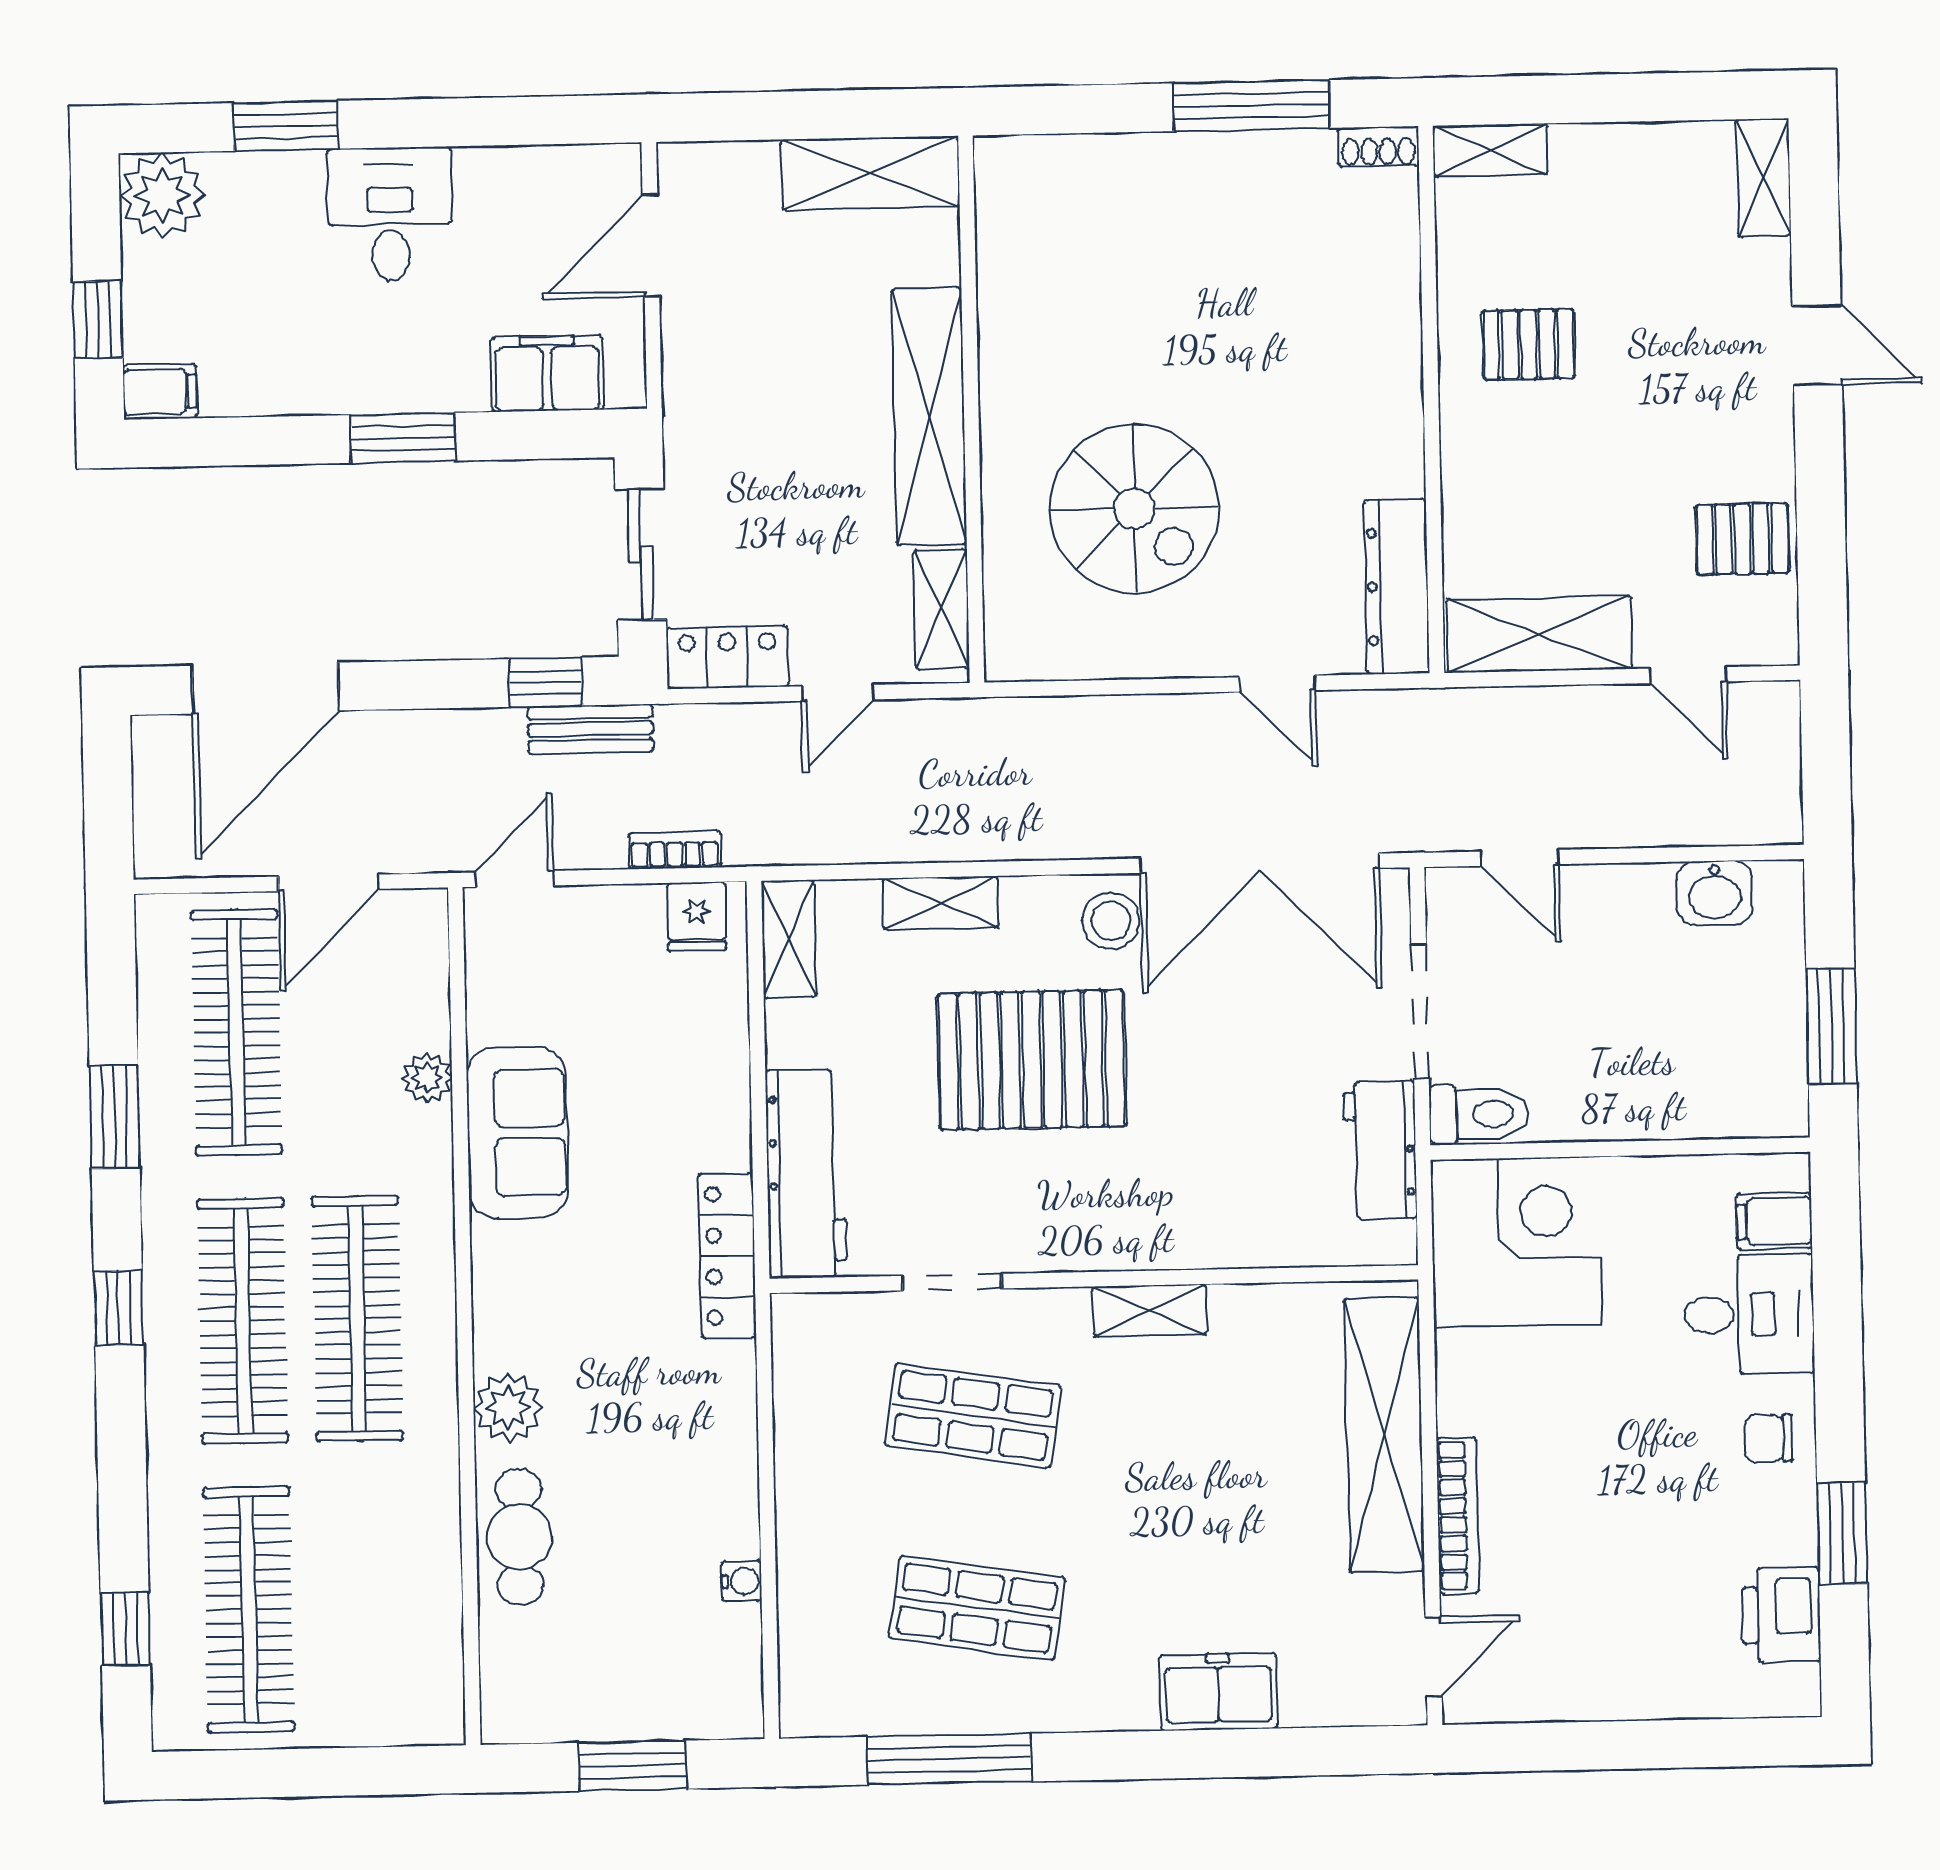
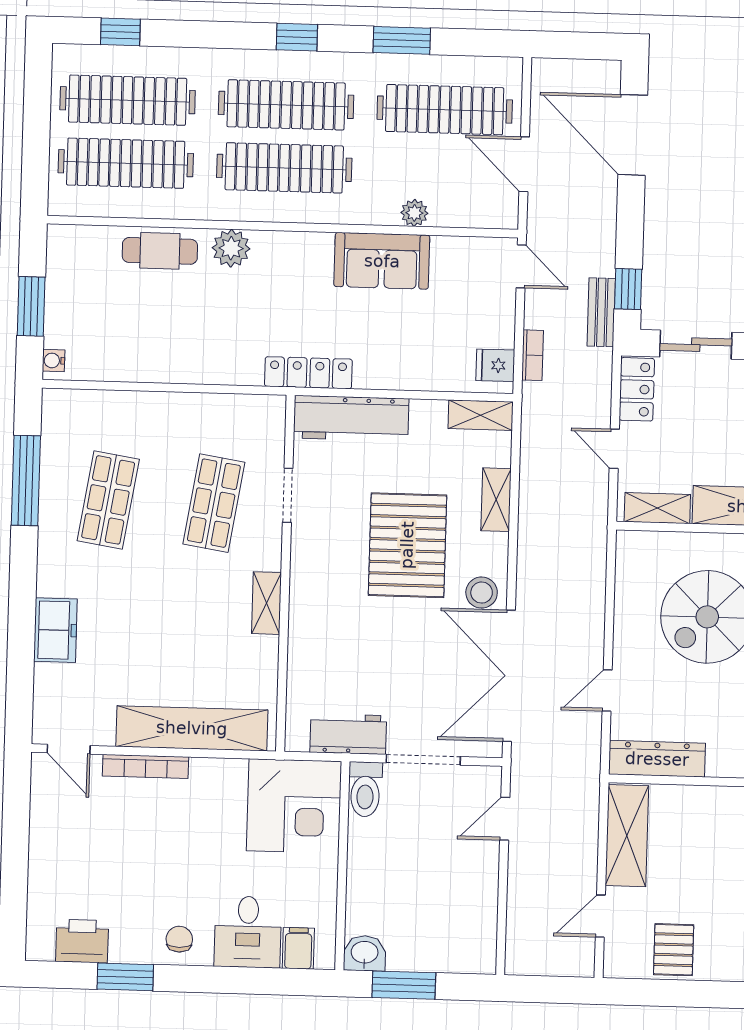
washbasin: (1715, 893) -> (365, 953), moved, turned 90
water cooler: (742, 1581) -> (54, 360), moved, turned 90
clothes rail: (363, 1607) -> (126, 163), added

